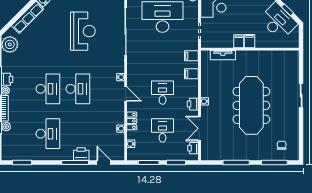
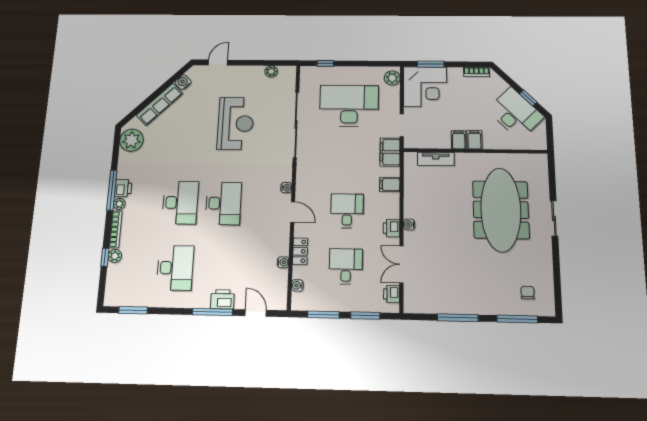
filing cabinet: (191, 56) -> (390, 152), width x2.00
meeting table: (251, 105) -> (501, 210), moved

